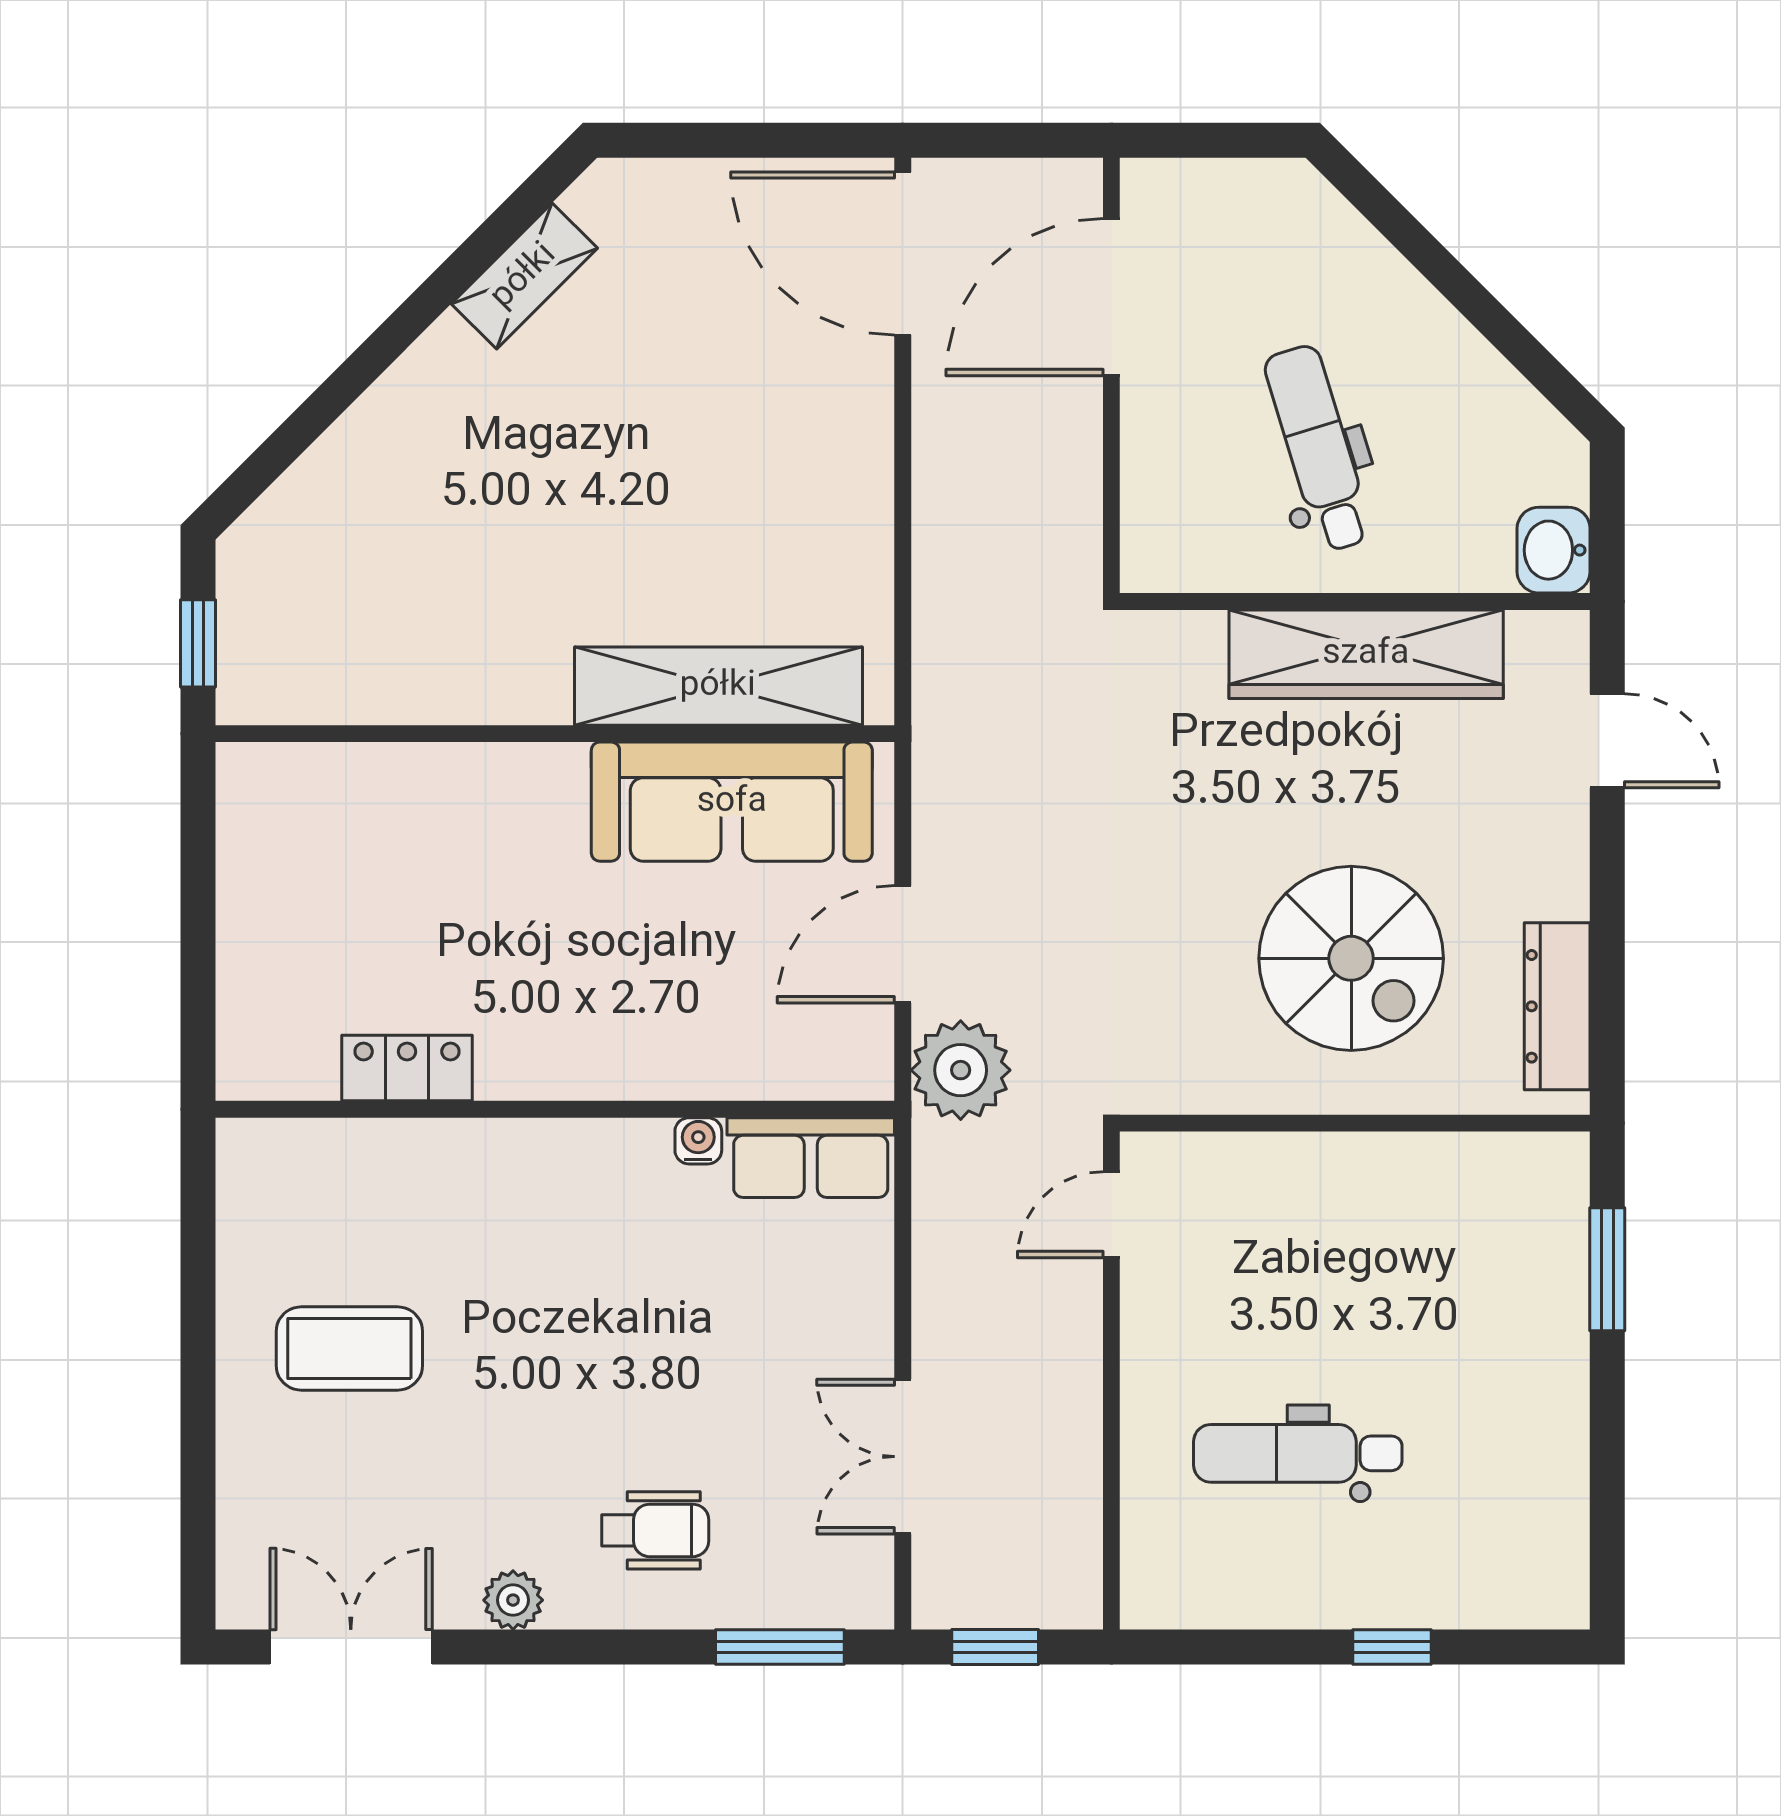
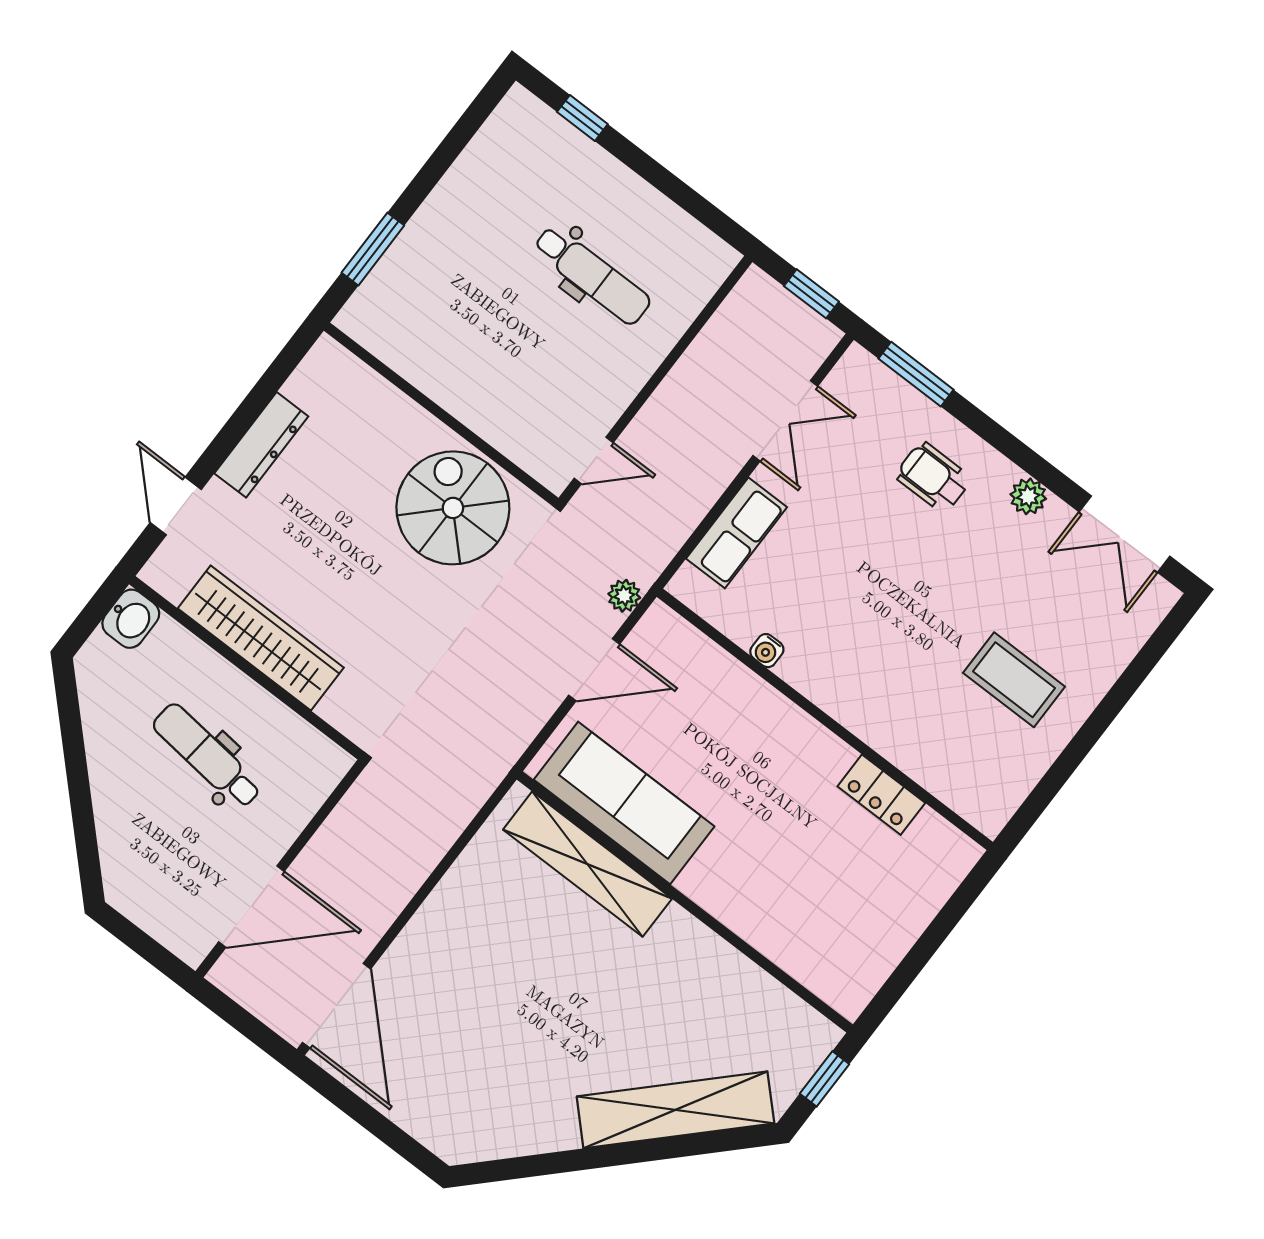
shelving: (524, 276) -> (675, 1110), moved, width x2.20, depth x1.33
dental chair: (1318, 448) -> (207, 756), turned 113
spiral stairs: (1351, 958) -> (453, 508), moved
dresser: (1557, 1006) -> (261, 445), moved
plant: (961, 1070) -> (624, 596), width x0.53, depth x0.53
row of seats: (811, 1158) -> (737, 533), moved, turned 90
window: (1392, 1647) -> (582, 118), moved

